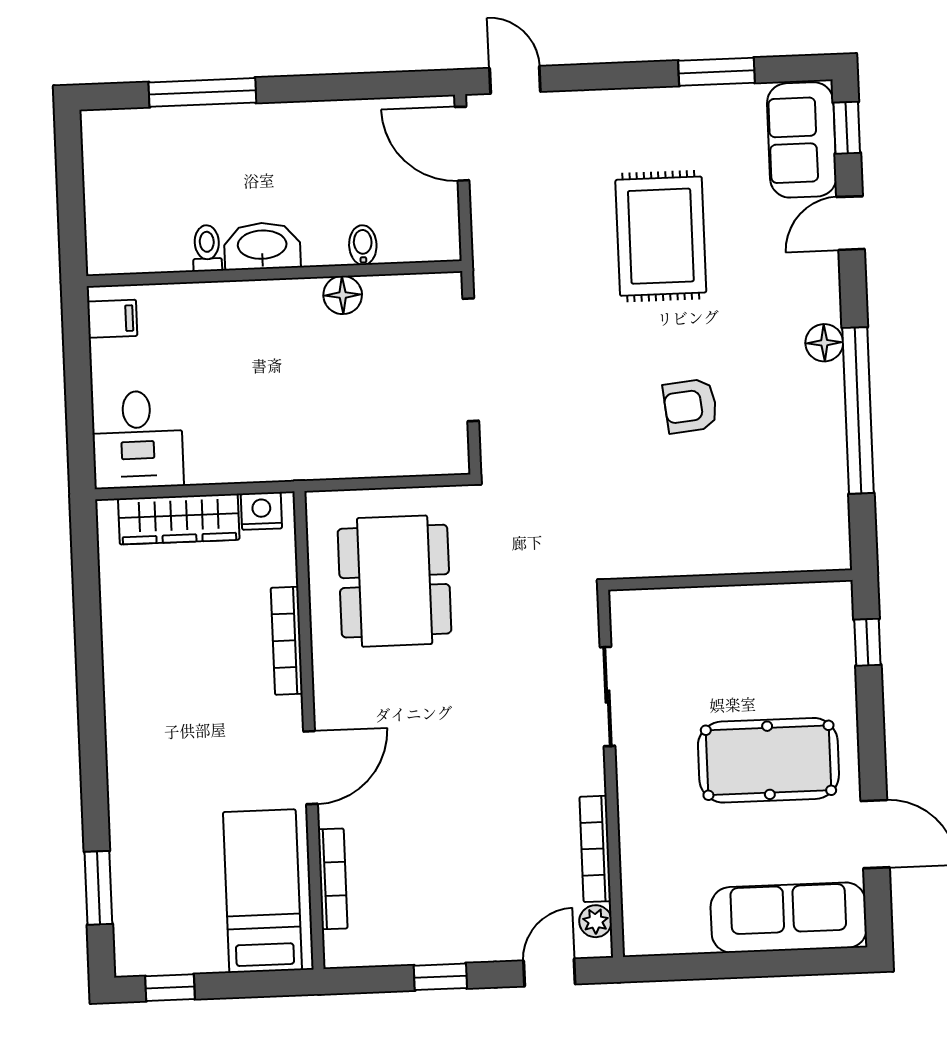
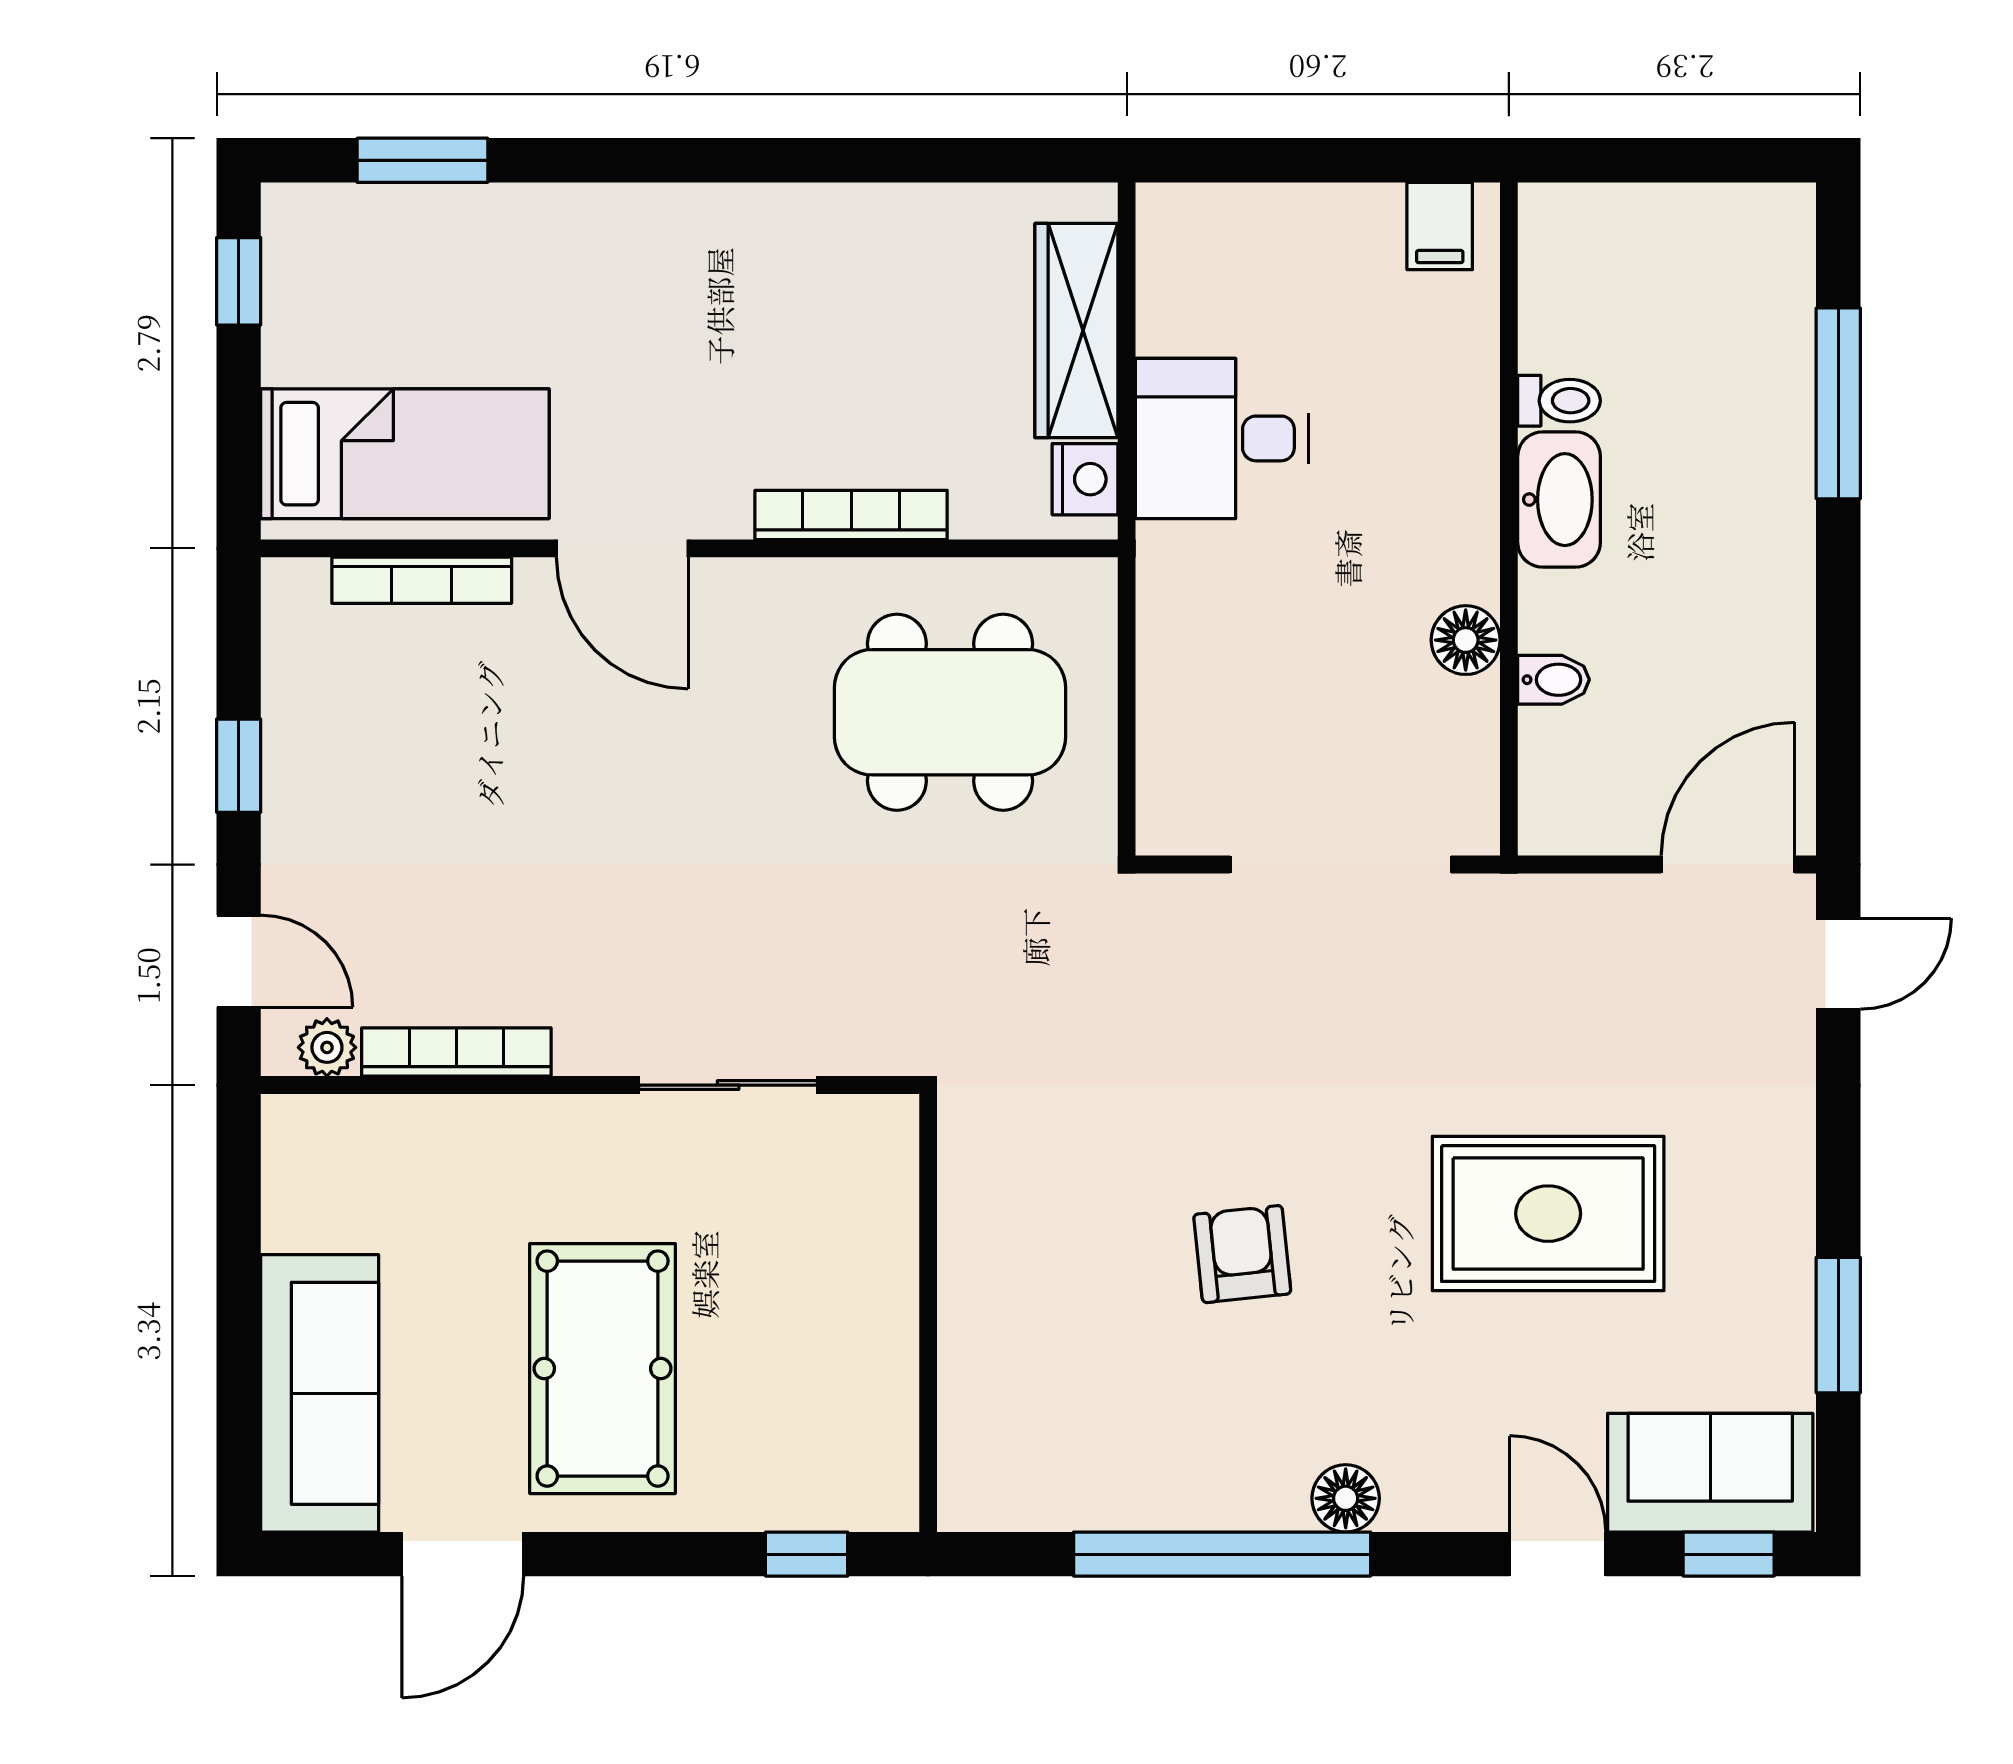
desk: (137, 440) -> (1222, 438), moved

